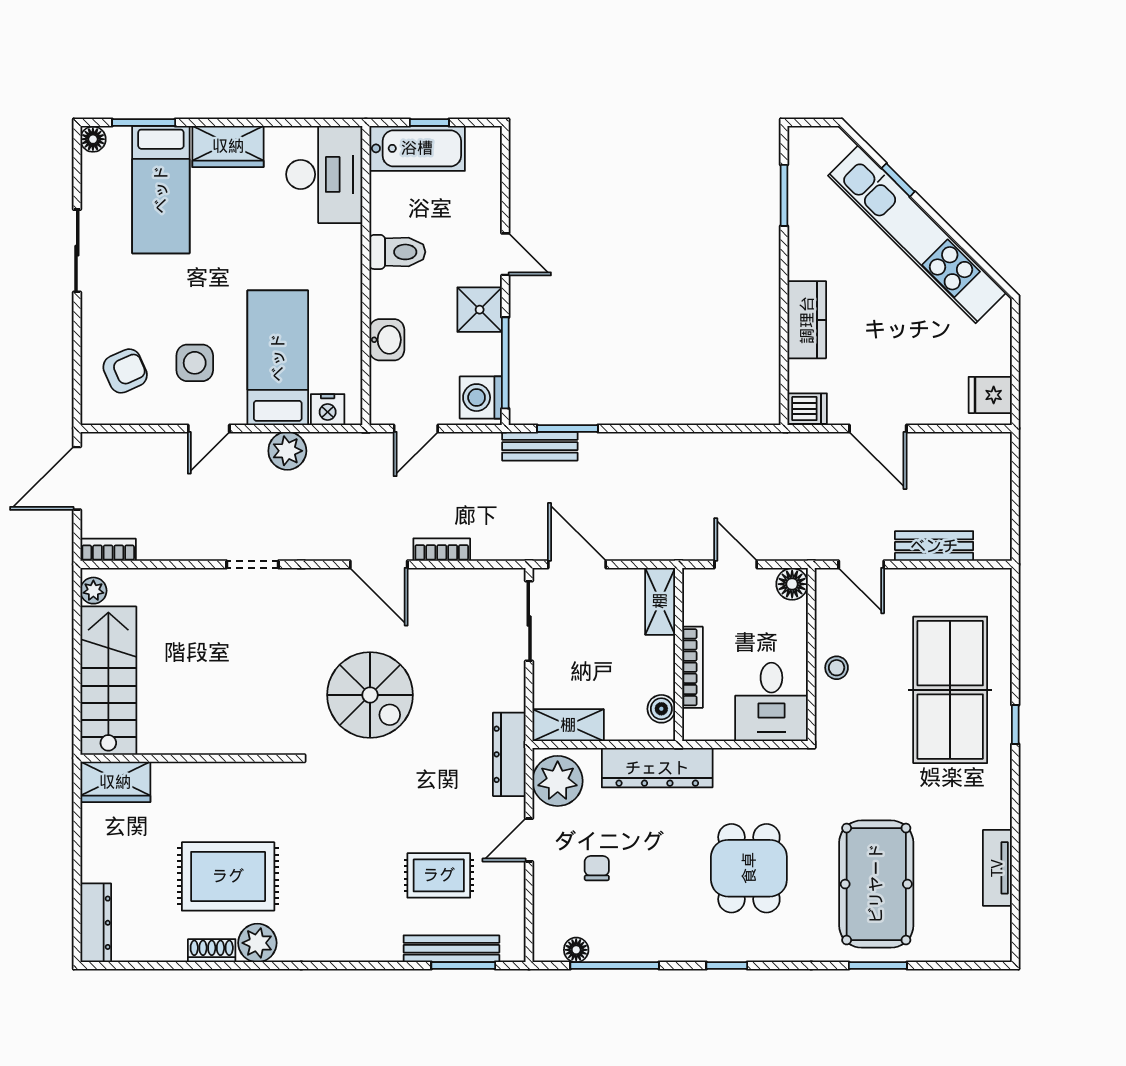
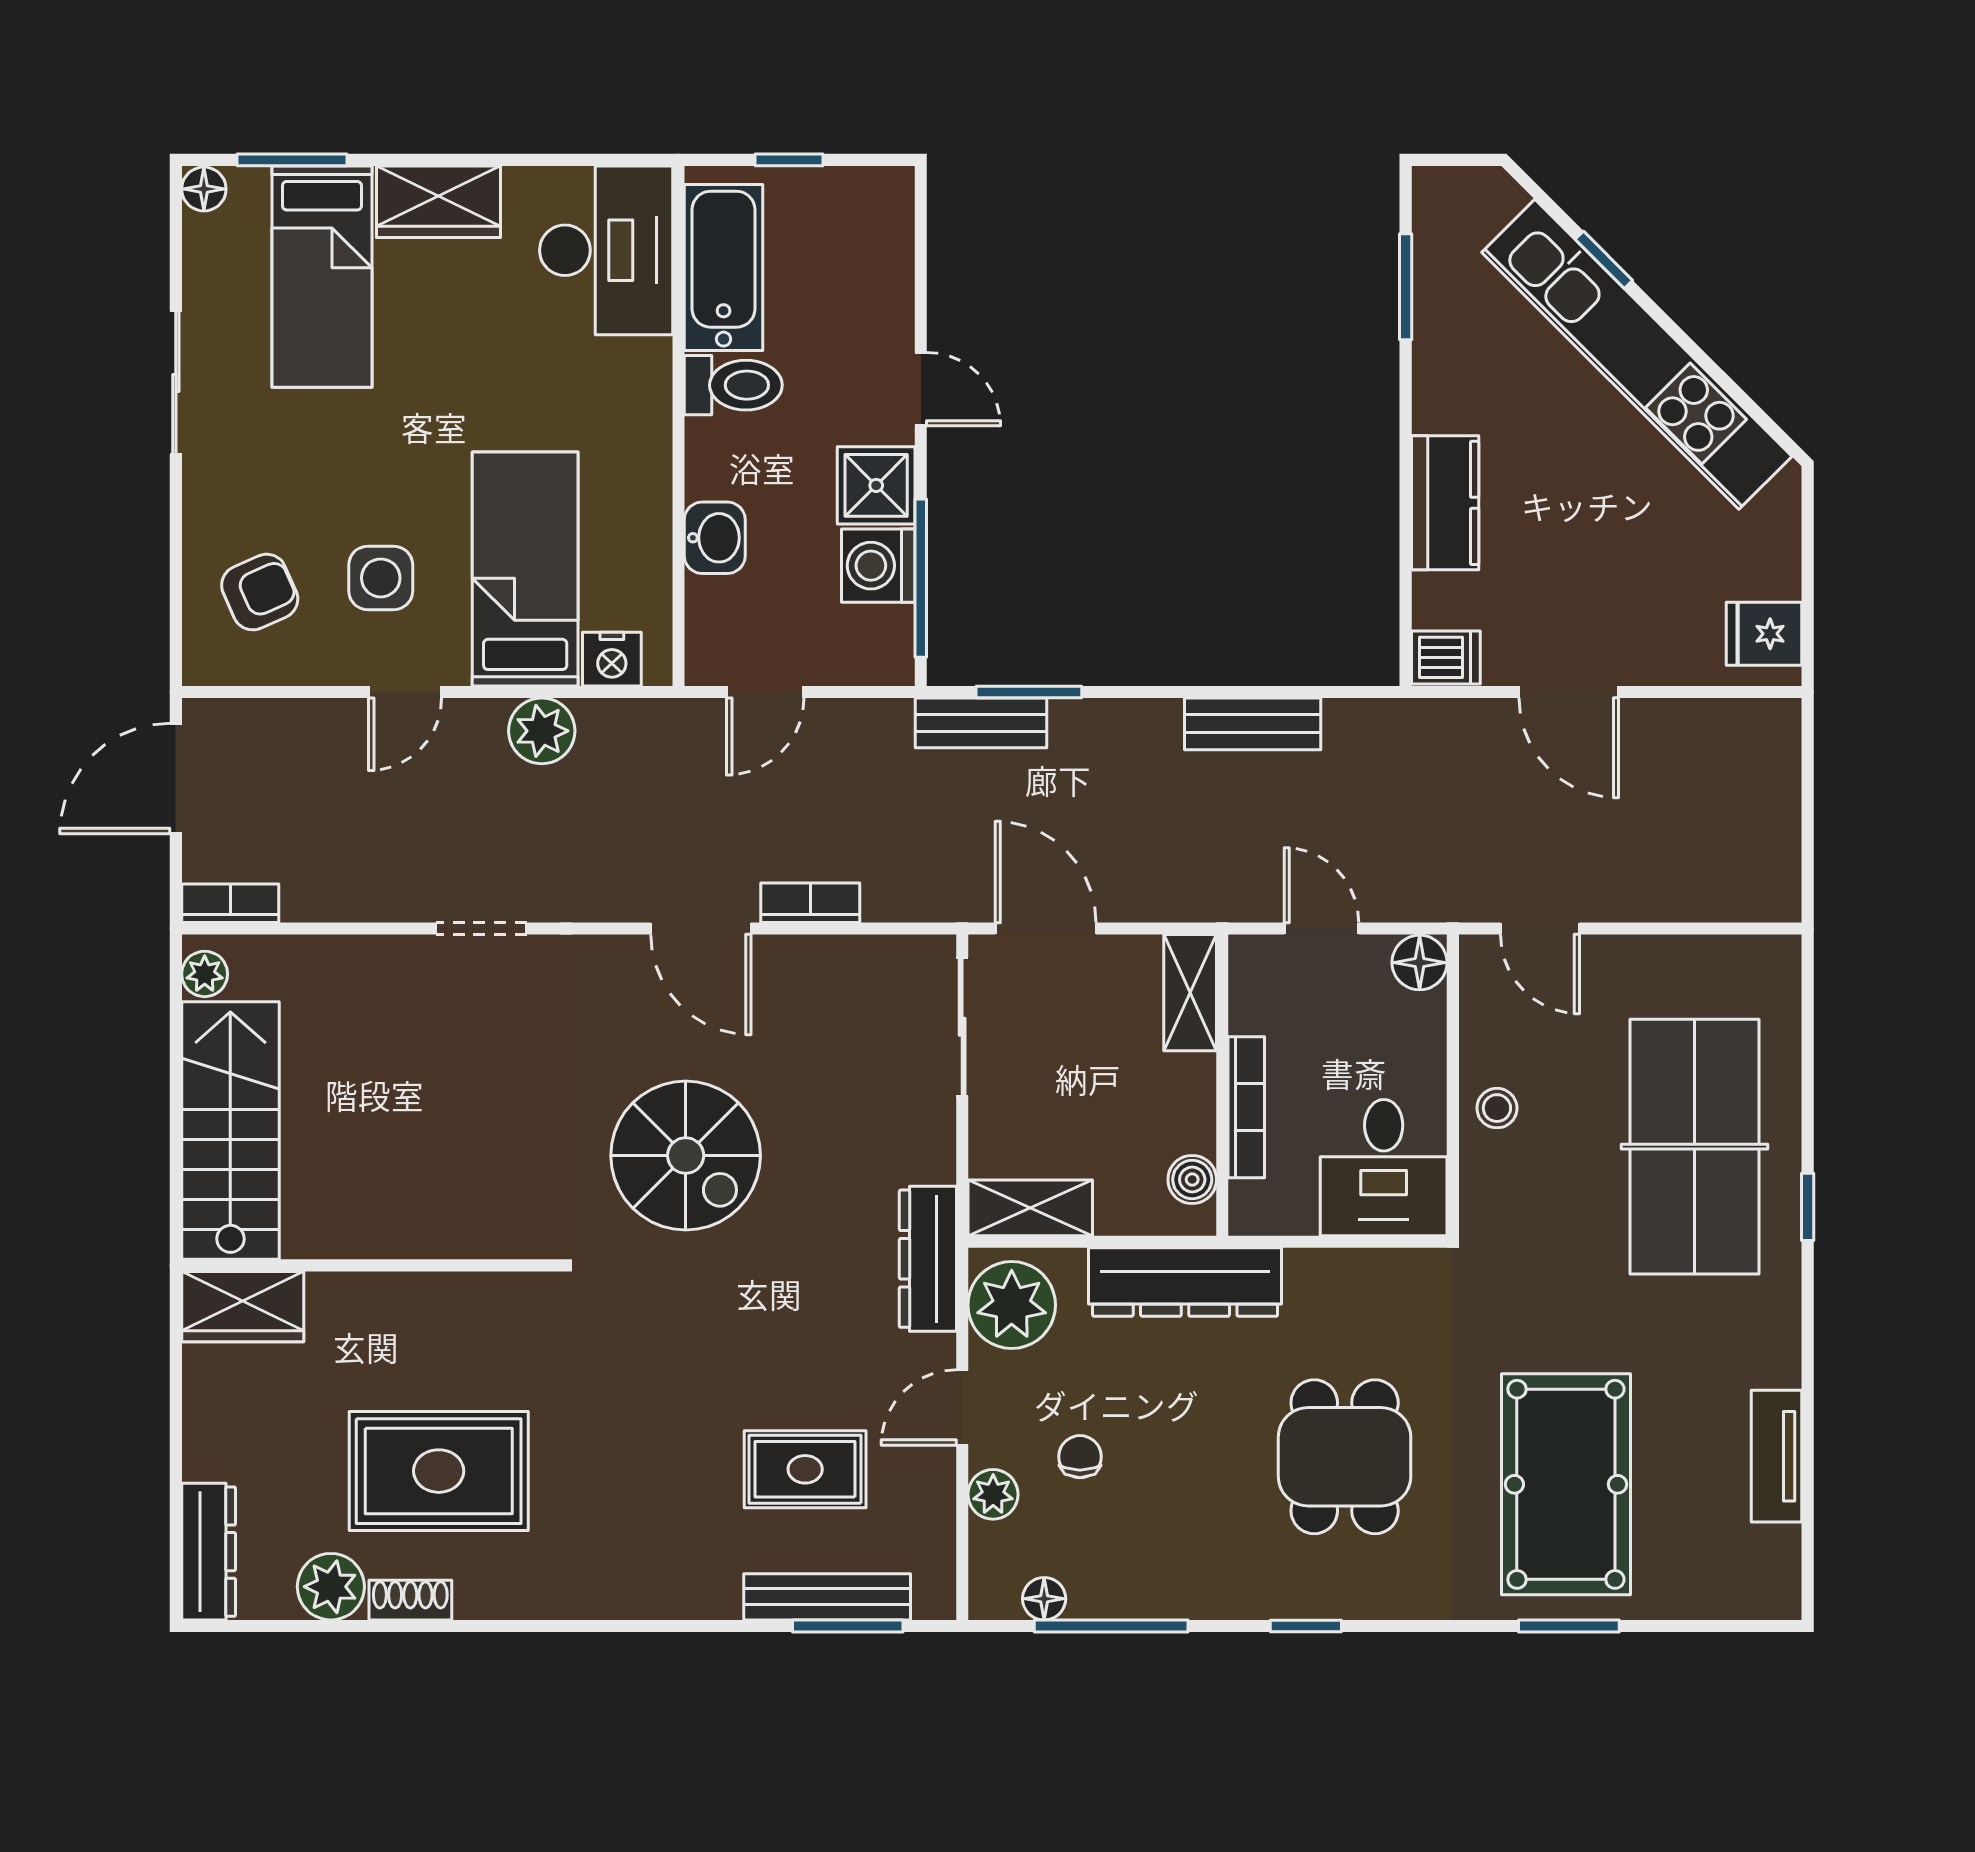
bathtub: (417, 148) -> (724, 268), moved, turned -90
washing machine: (481, 398) -> (878, 566), moved
bench: (934, 546) -> (1253, 724), moved
plant: (547, 890) -> (993, 1494), added
plant: (257, 943) -> (331, 1587), moved

